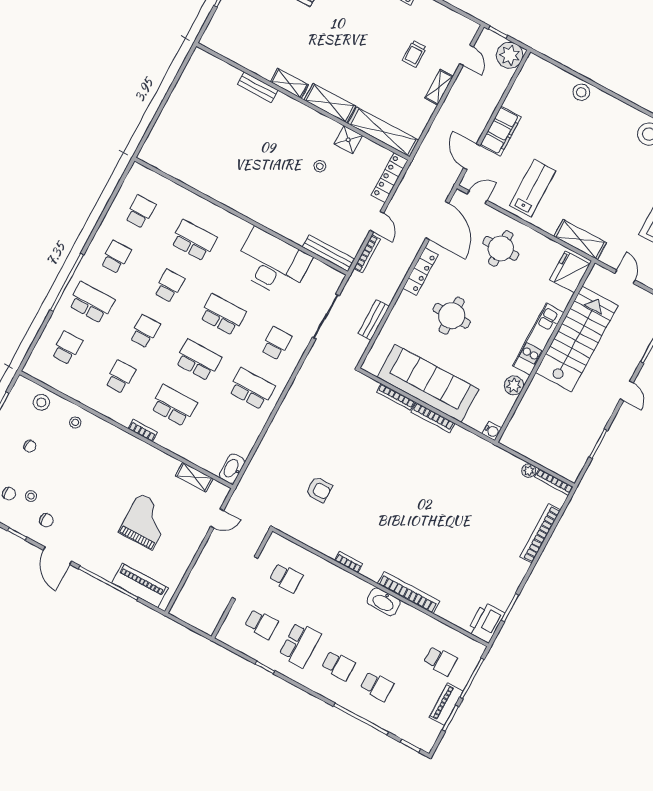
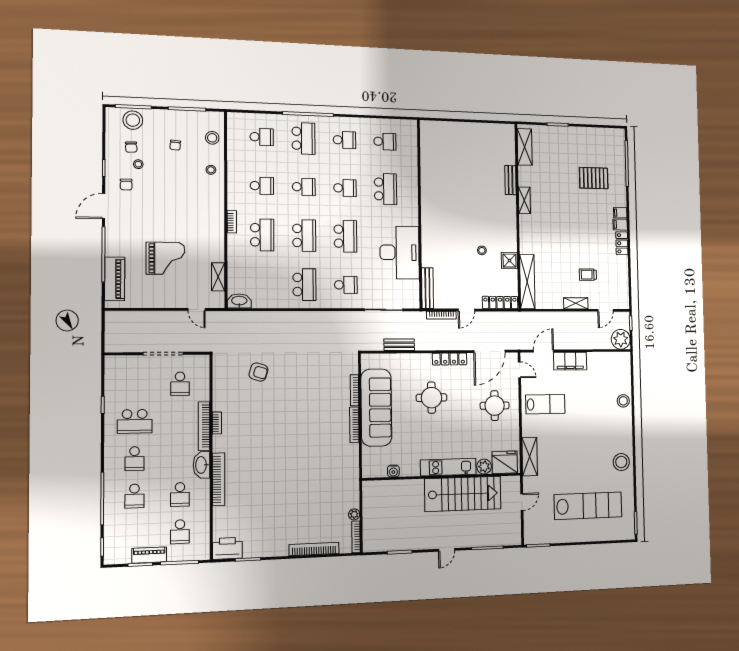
shelving: (330, 103) -> (525, 147), moved
plant: (514, 385) -> (484, 467), moved
water cooler: (492, 431) -> (393, 471), moved
armchair: (319, 490) -> (258, 372), turned -73
bookcase: (344, 577) -> (204, 426), added
school desk: (261, 624) -> (180, 494), moved

